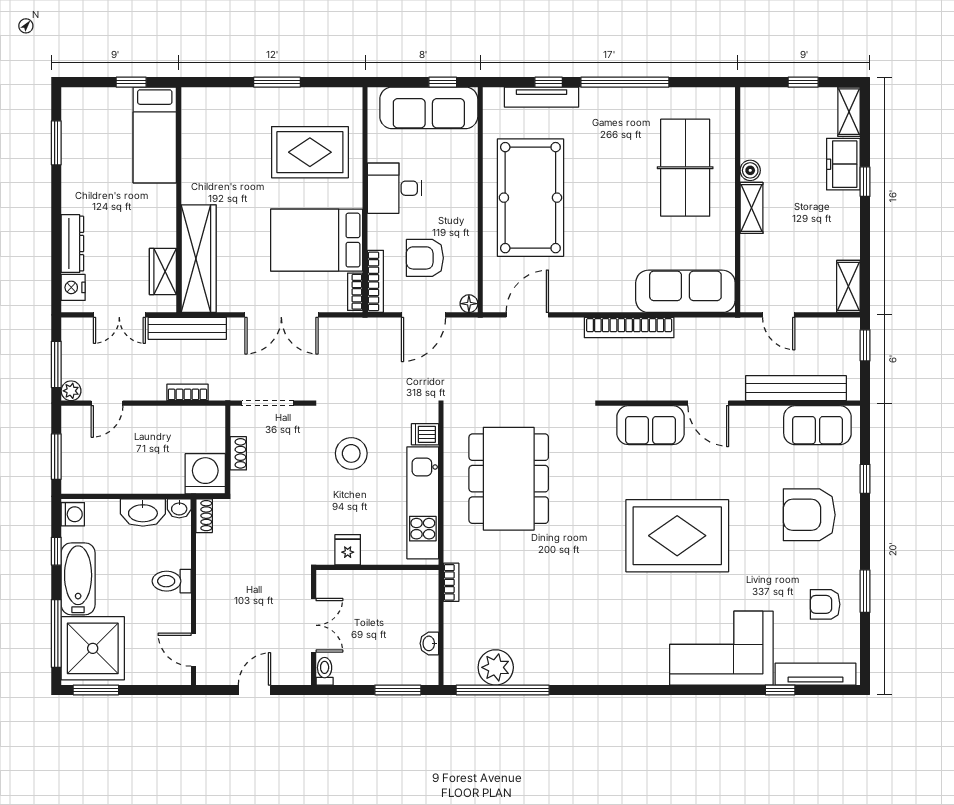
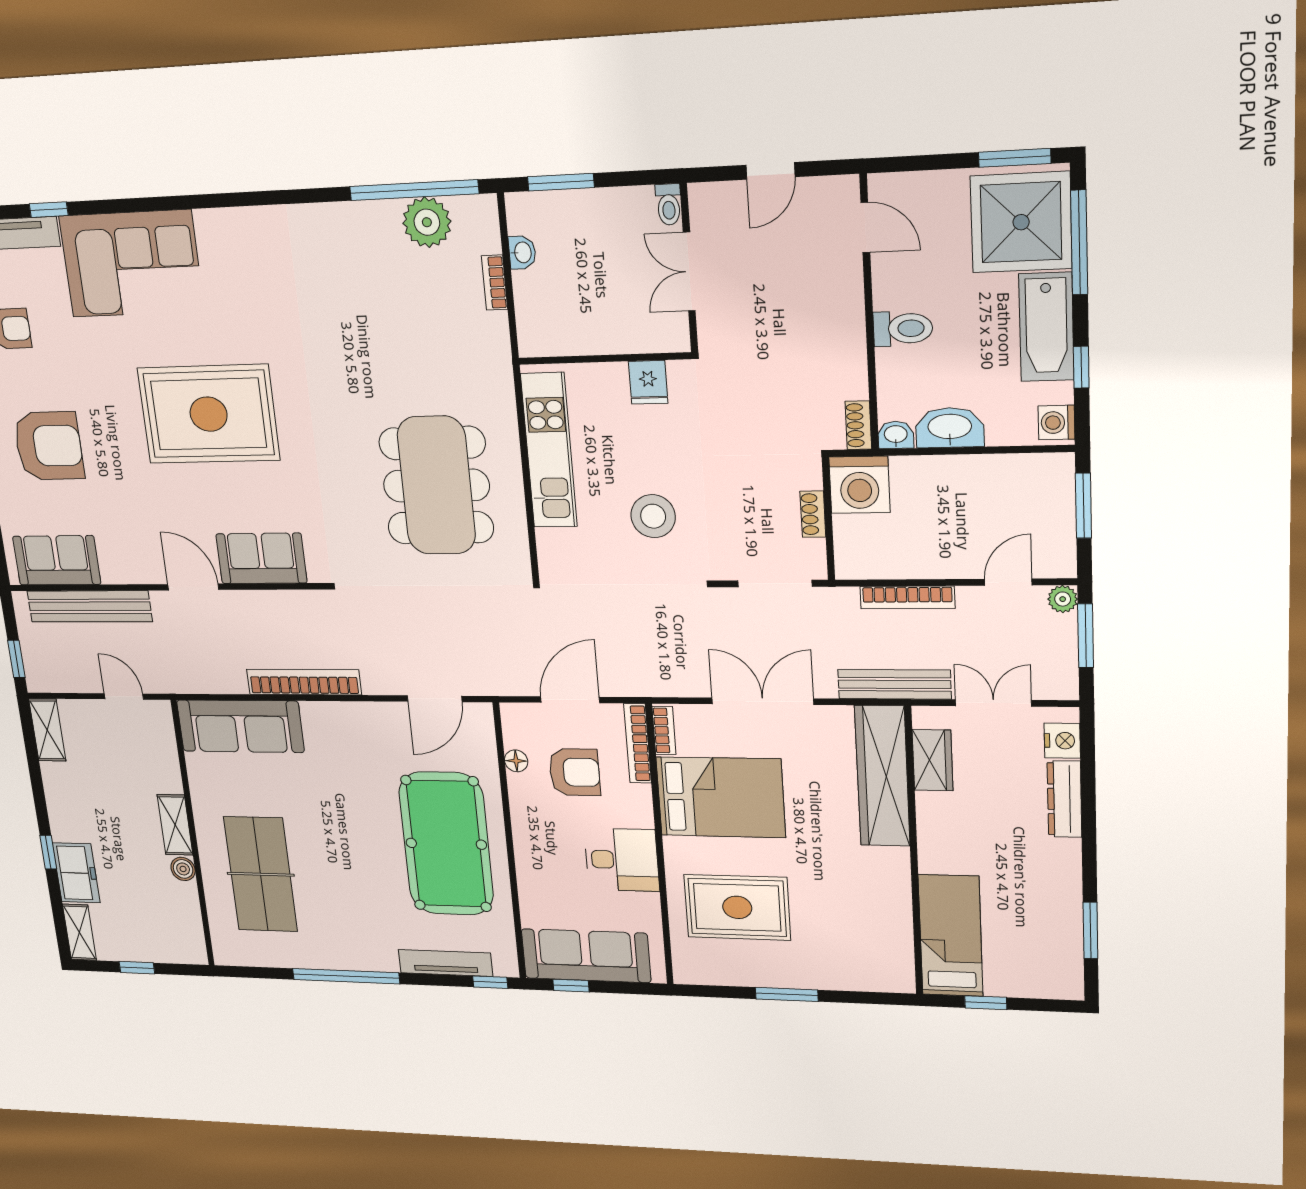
window: (549, 82) -> (490, 982), moved
floor lamp: (469, 304) -> (516, 761), moved
bookcase: (187, 392) -> (907, 597), width x1.56
dishwasher: (425, 434) -> (554, 543), removed
bookcase: (451, 582) -> (495, 283), moved

